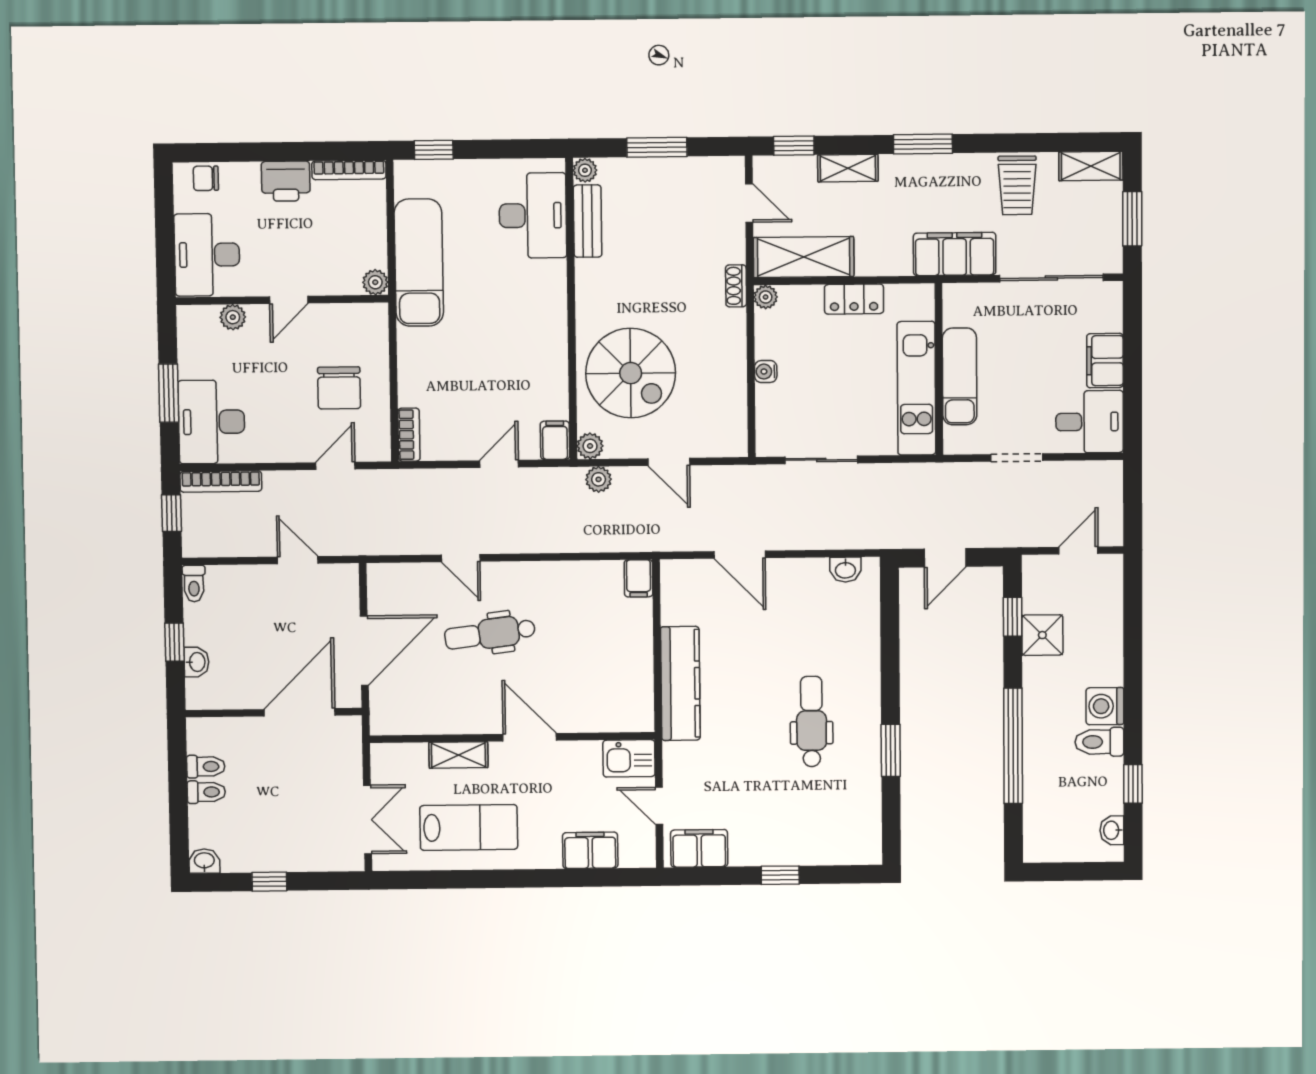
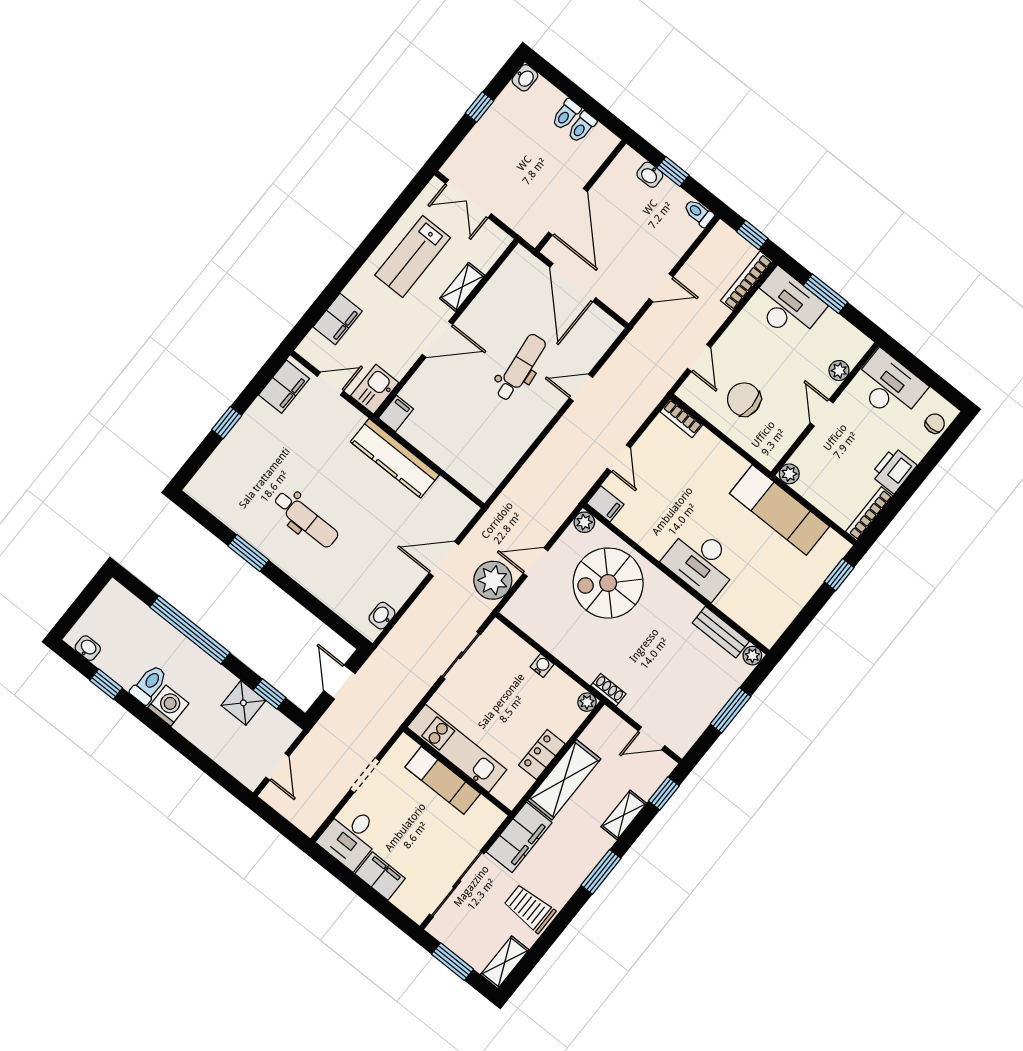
desk: (533, 215) -> (701, 562), moved
shelving: (804, 257) -> (564, 780), moved
plant: (599, 479) -> (493, 580), moved, width x1.88, depth x1.88
filing cabinet: (638, 578) -> (396, 413), moved, turned 90

